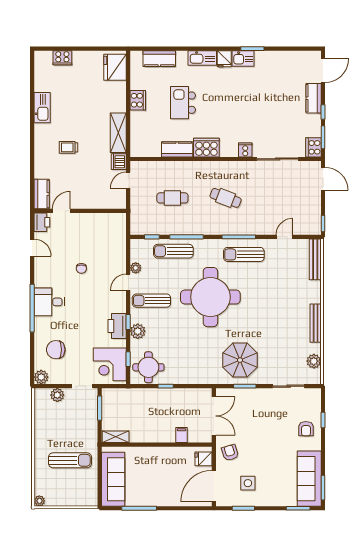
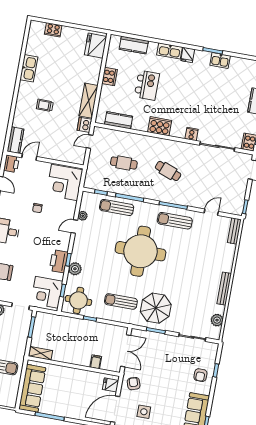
kitchen sink: (243, 58) -> (220, 60), moved
kitchen island: (183, 103) -> (147, 85), turned 180
kitchen counter: (177, 149) -> (119, 120), moved
corner desk: (108, 233) -> (65, 183), added
bench: (315, 259) -> (234, 231), width x0.73
sun lounger: (151, 301) -> (121, 301), moved

